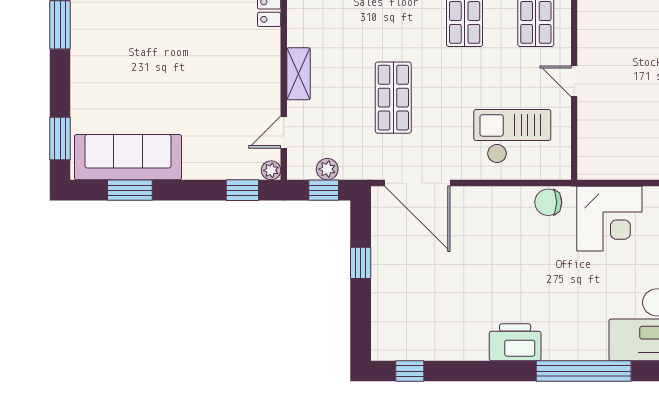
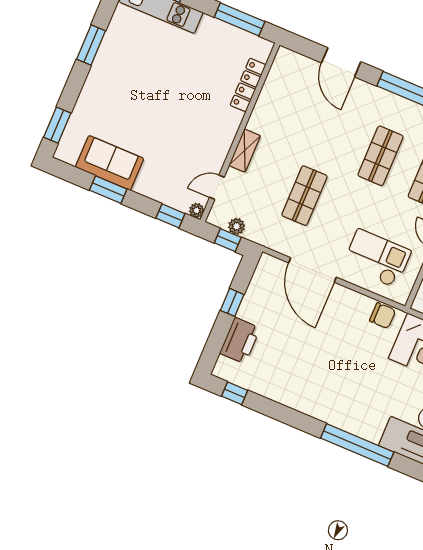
sofa: (128, 157) -> (110, 163), width x0.73
door: (417, 183) -> (312, 270), moved
window: (130, 190) -> (108, 190), moved
chair: (548, 202) -> (383, 316), turned 180
printer: (515, 342) -> (240, 341), moved, turned 90

